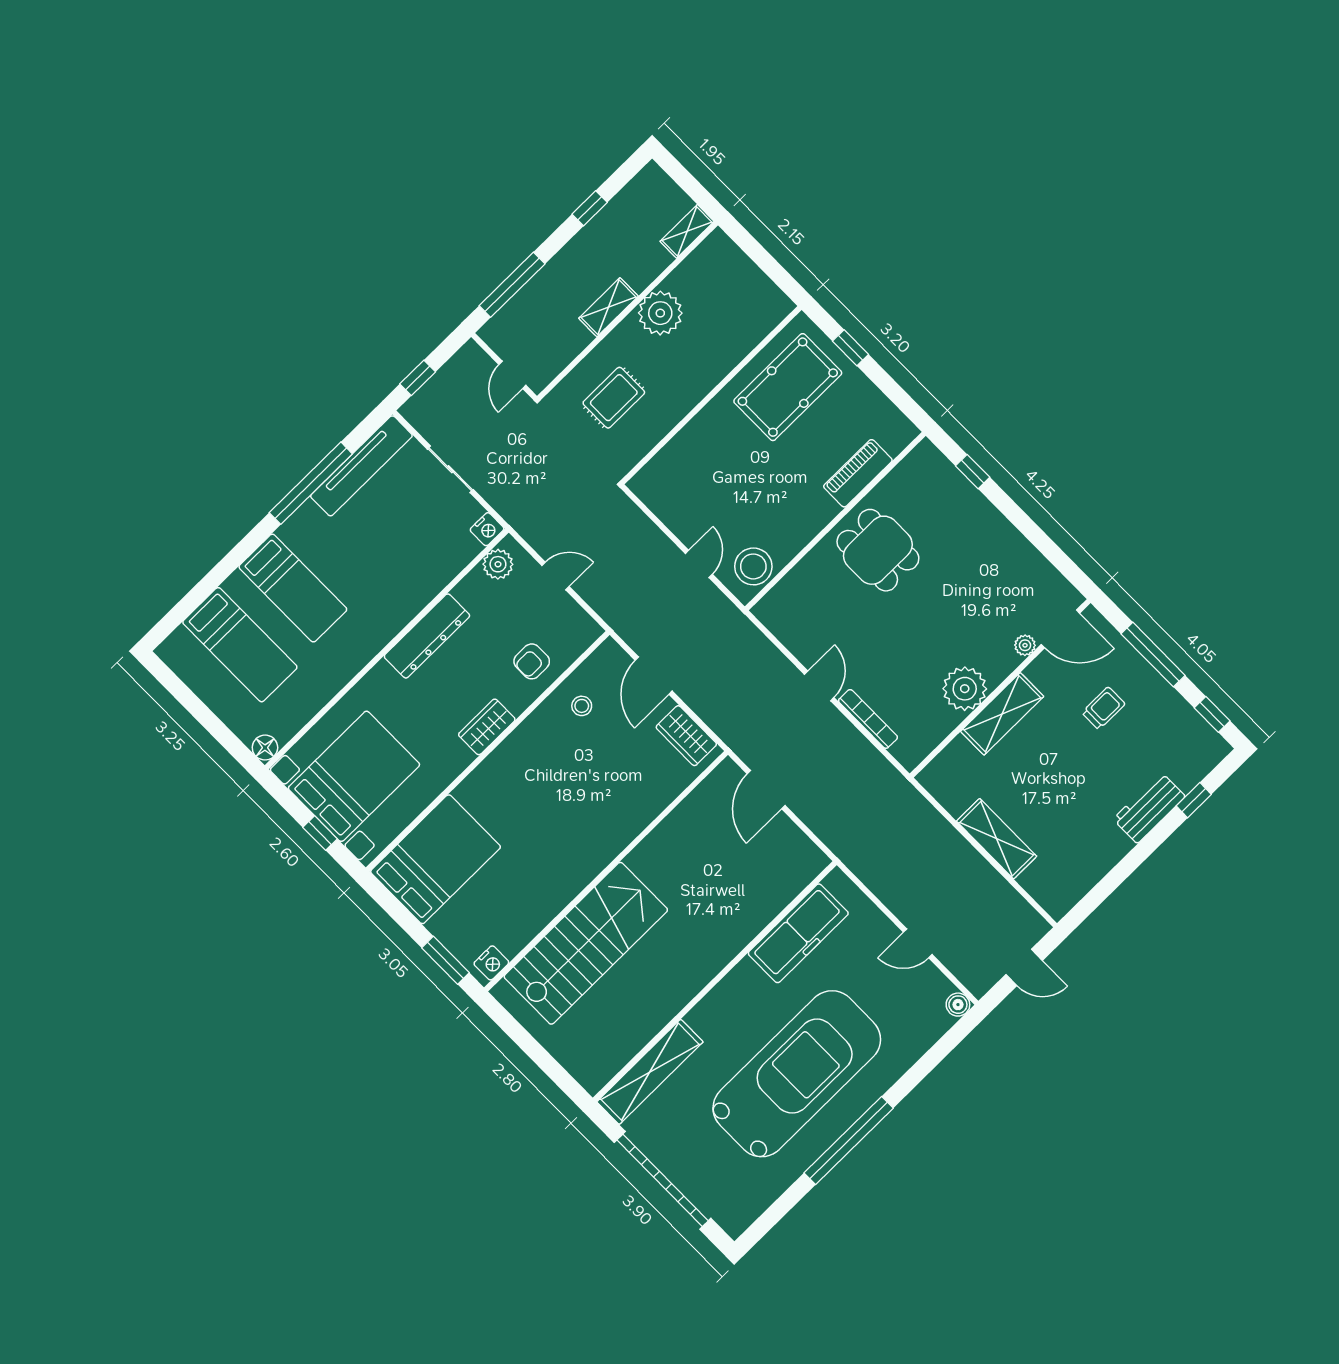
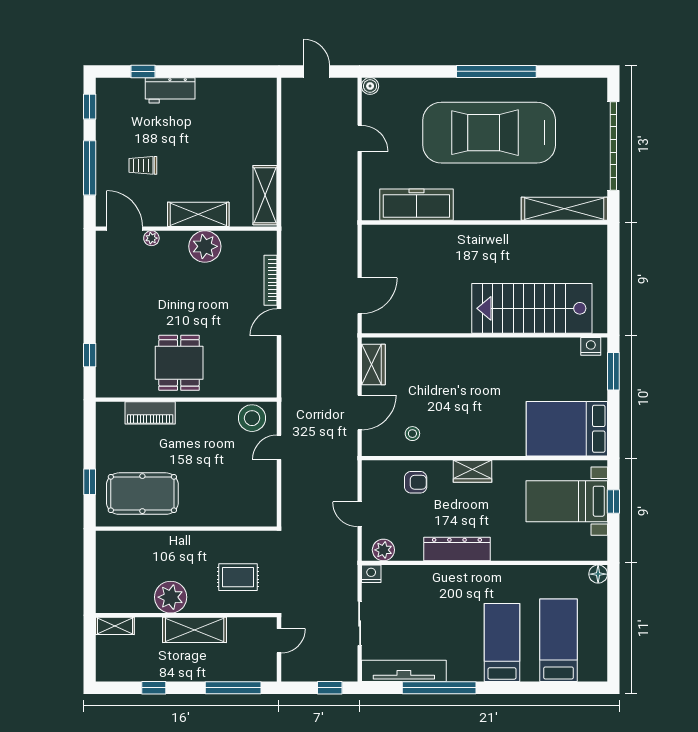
shelving: (608, 307) -> (195, 630), width x1.50, depth x1.33
bed with nightstands: (354, 776) -> (567, 501), width x0.73
shelving: (997, 839) -> (265, 195), moved

